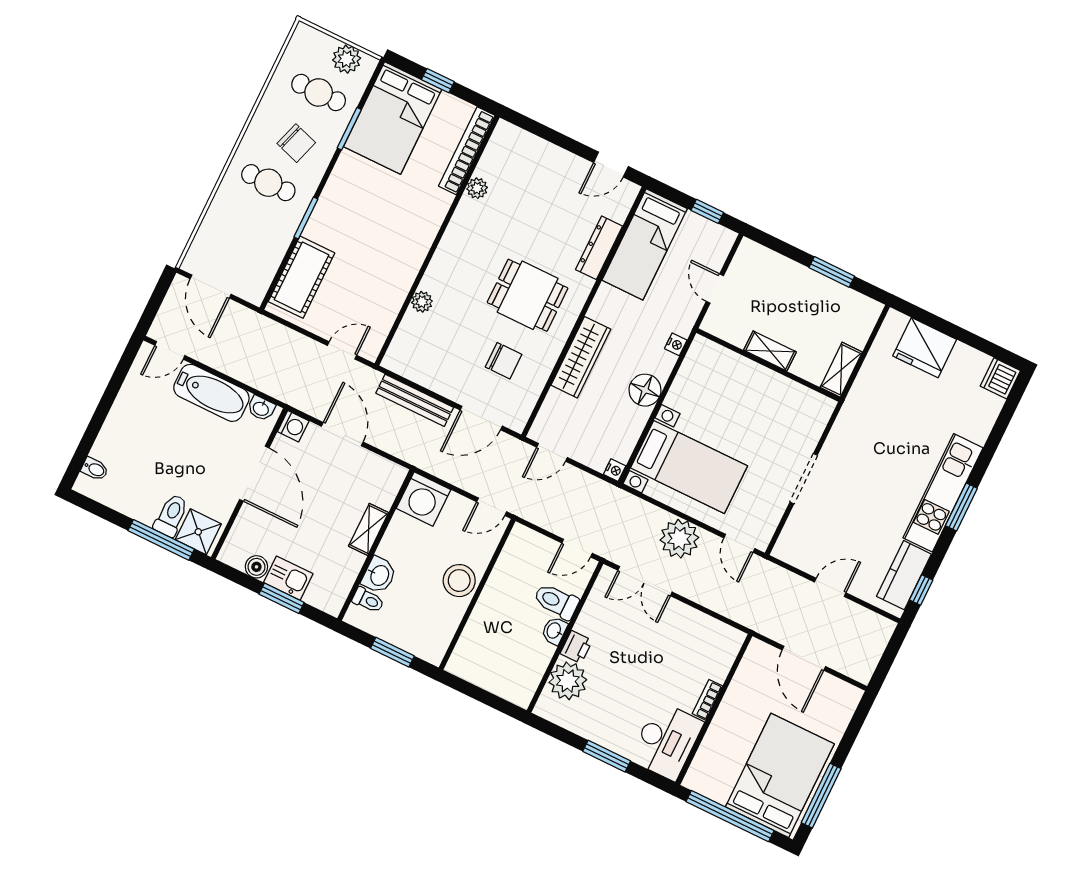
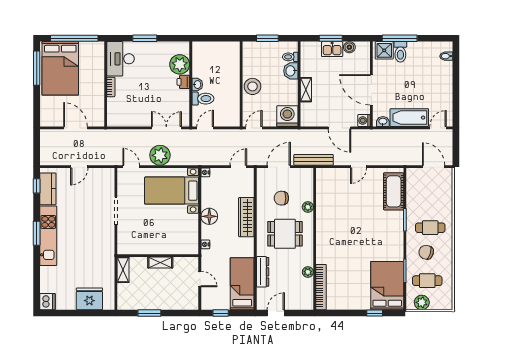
bookcase: (467, 151) -> (321, 287), moved
plant: (477, 188) -> (308, 272), moved
wall: (437, 240) -> (315, 239), moved
plant: (422, 302) -> (308, 207), moved

